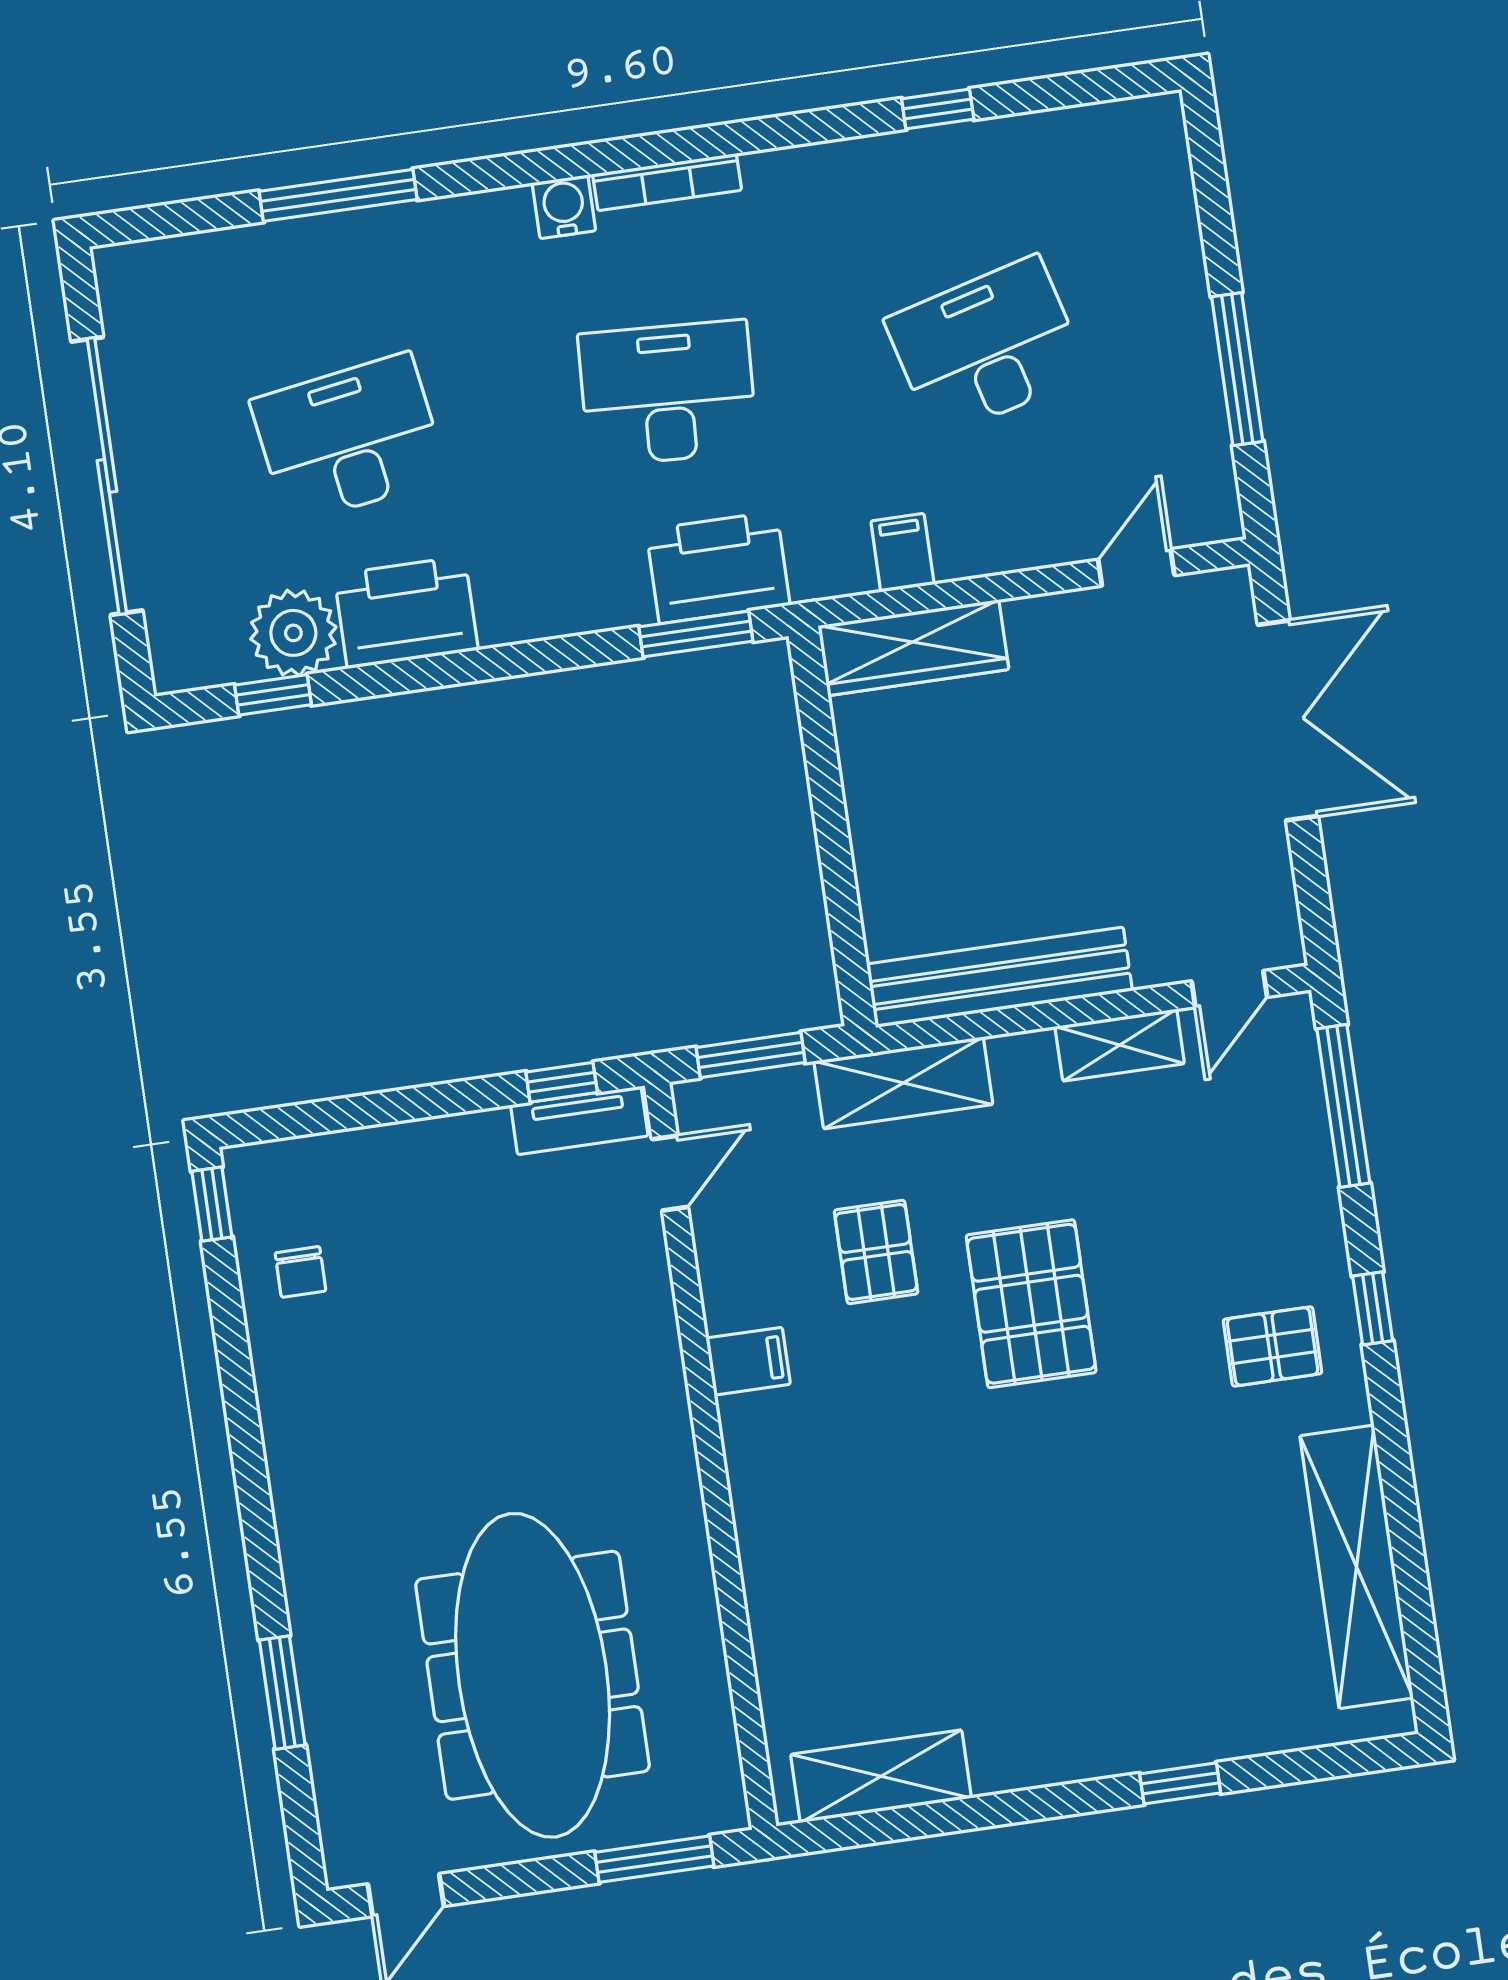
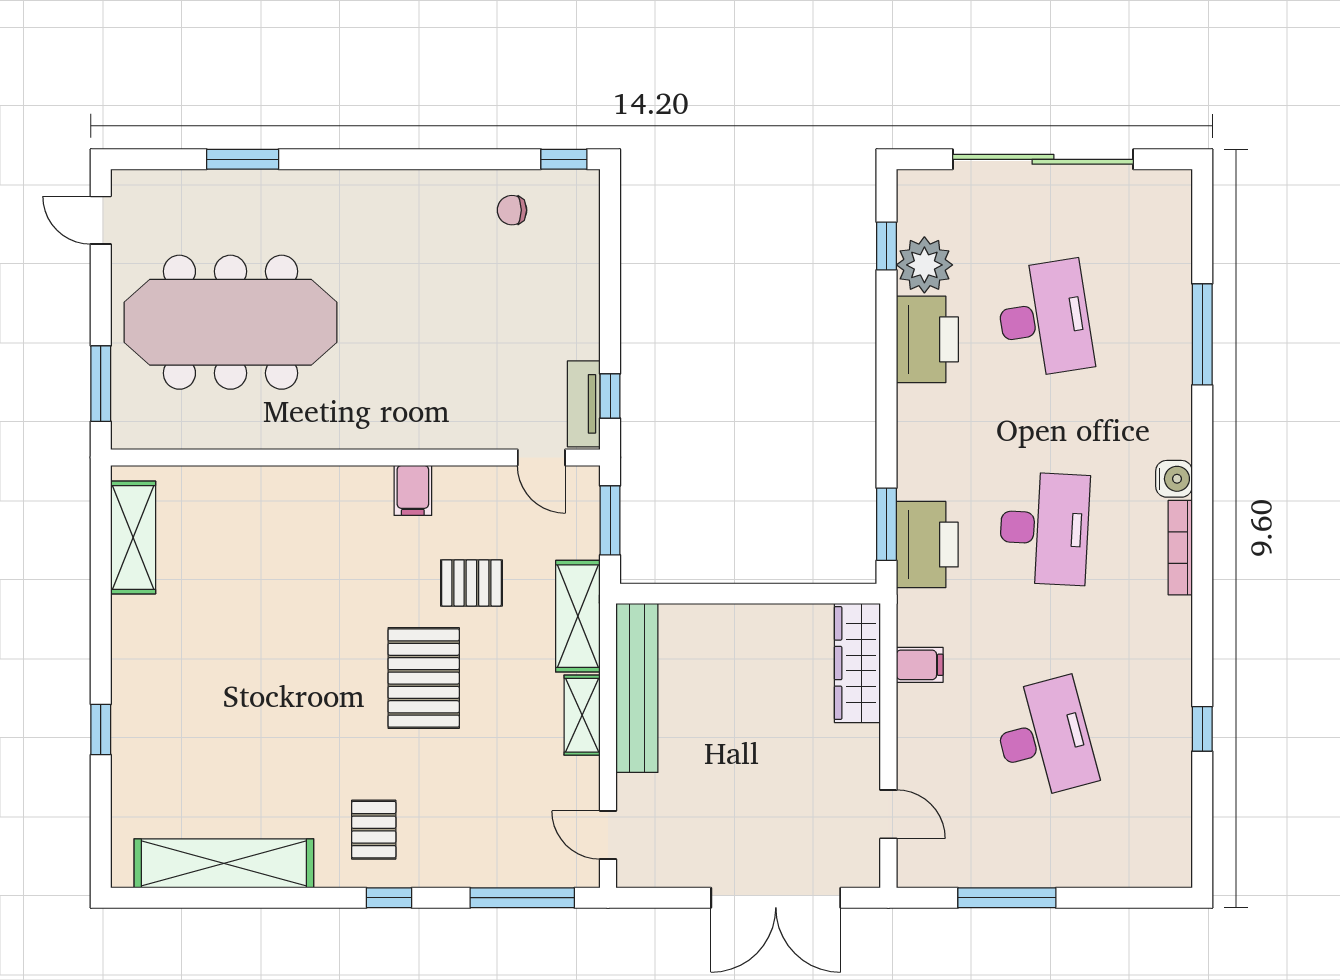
shelving: (1120, 1045) -> (582, 715), moved
pallet: (1031, 1304) -> (424, 678), turned 90

